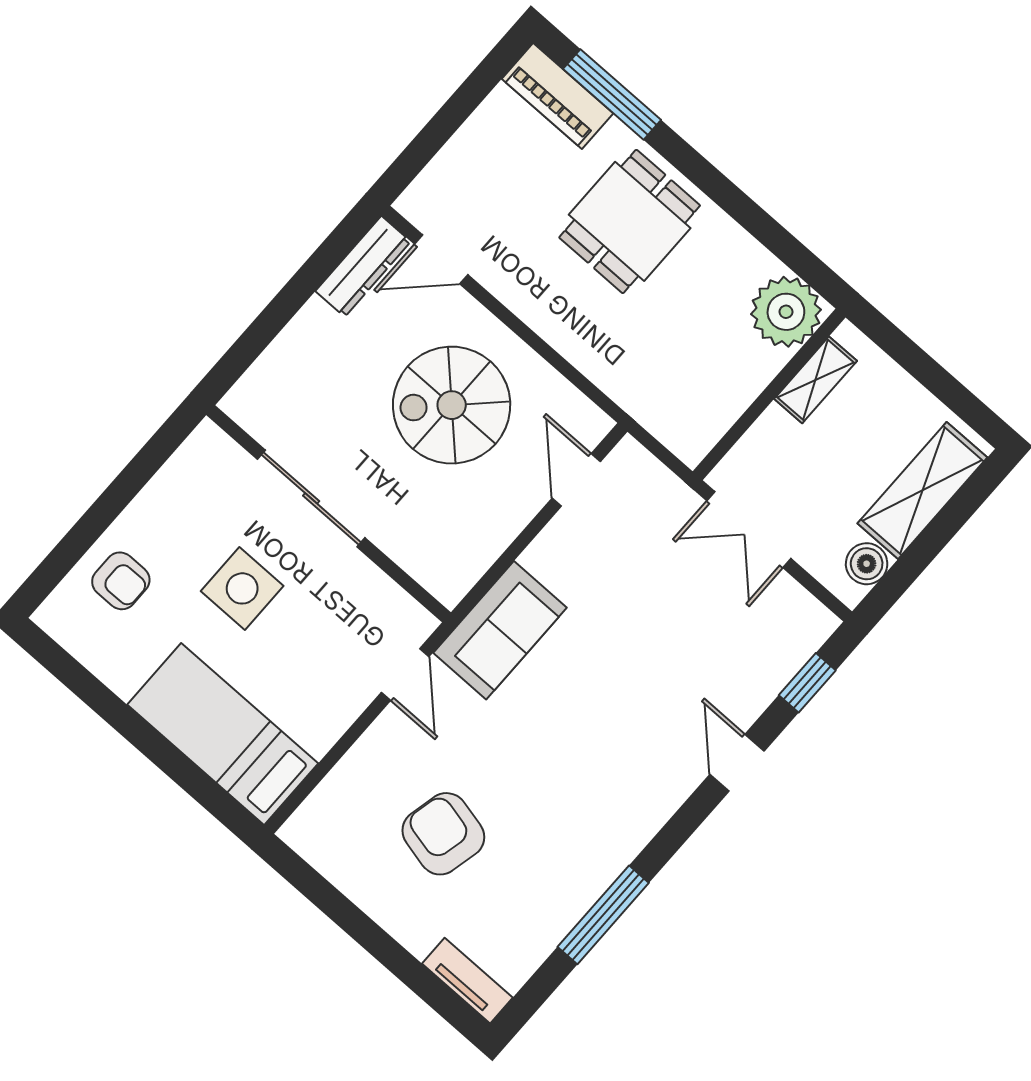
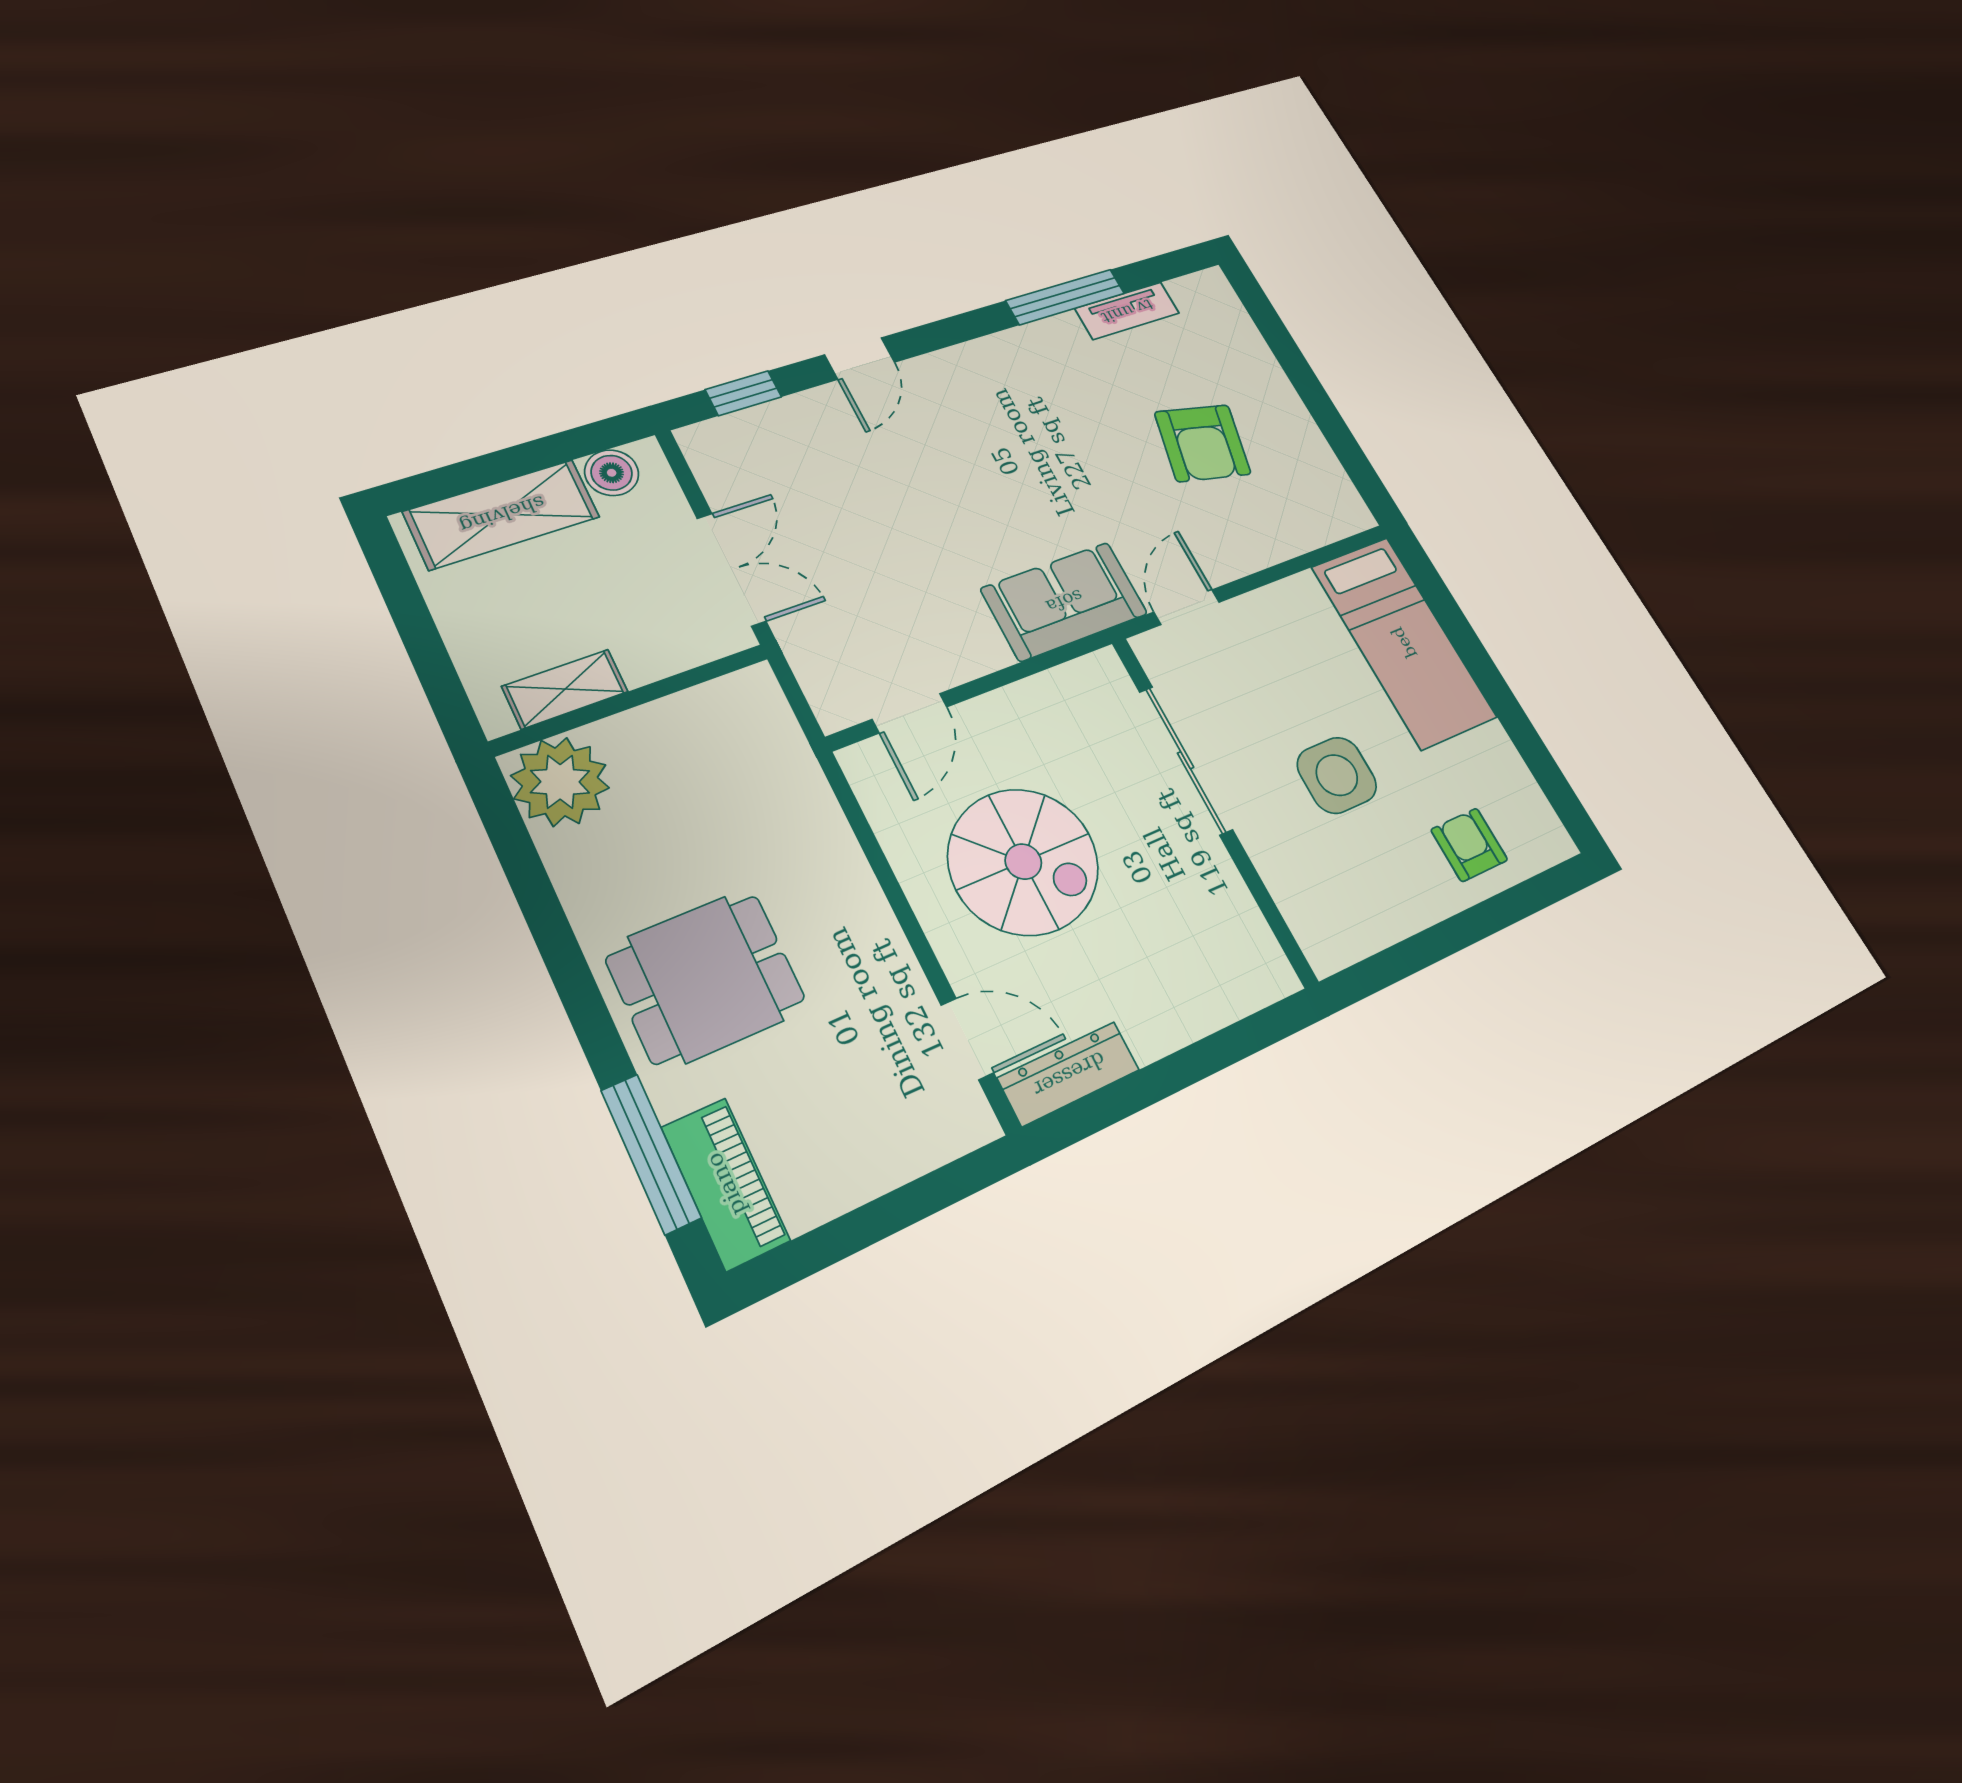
sliding door: (311, 498) -> (1186, 760), moved
tv unit: (467, 981) -> (1127, 311), moved, turned -90

